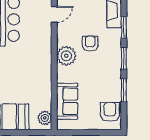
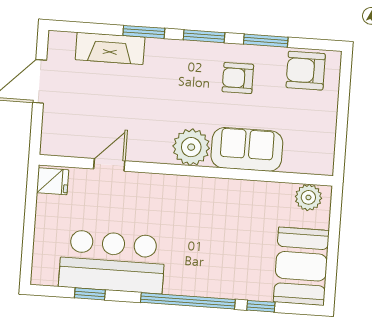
door: (54, 14) -> (109, 165), hinge flipped
armchair: (90, 44) -> (238, 78), moved
sofa: (67, 101) -> (247, 149), moved

